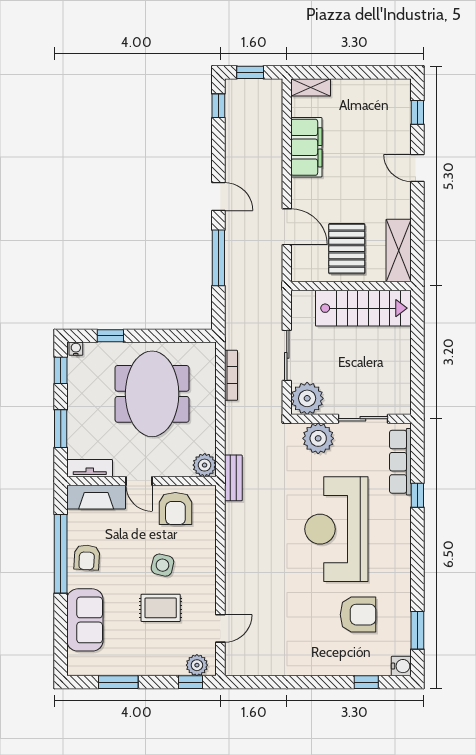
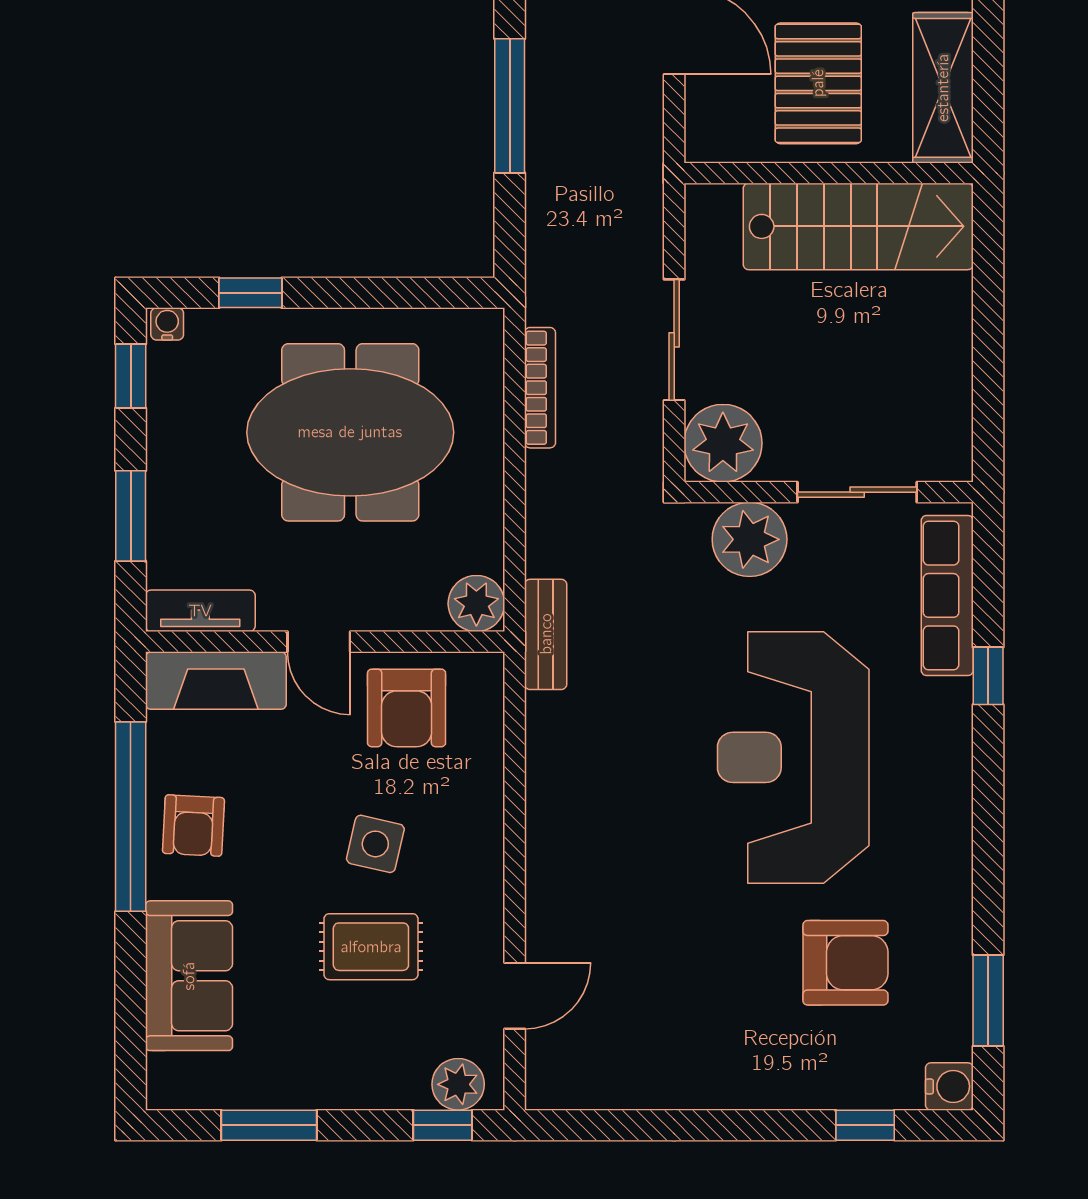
meeting table: (152, 394) -> (350, 432), turned 90

